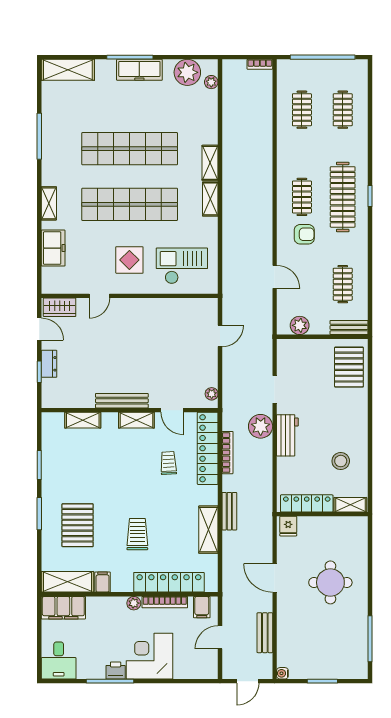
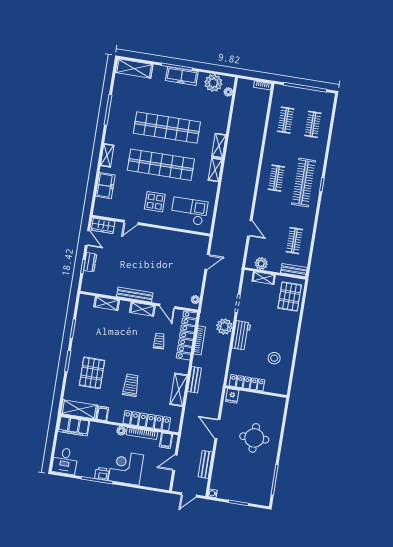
armchair: (304, 234) -> (274, 203), removed
shelving: (350, 505) -> (264, 278), moved

